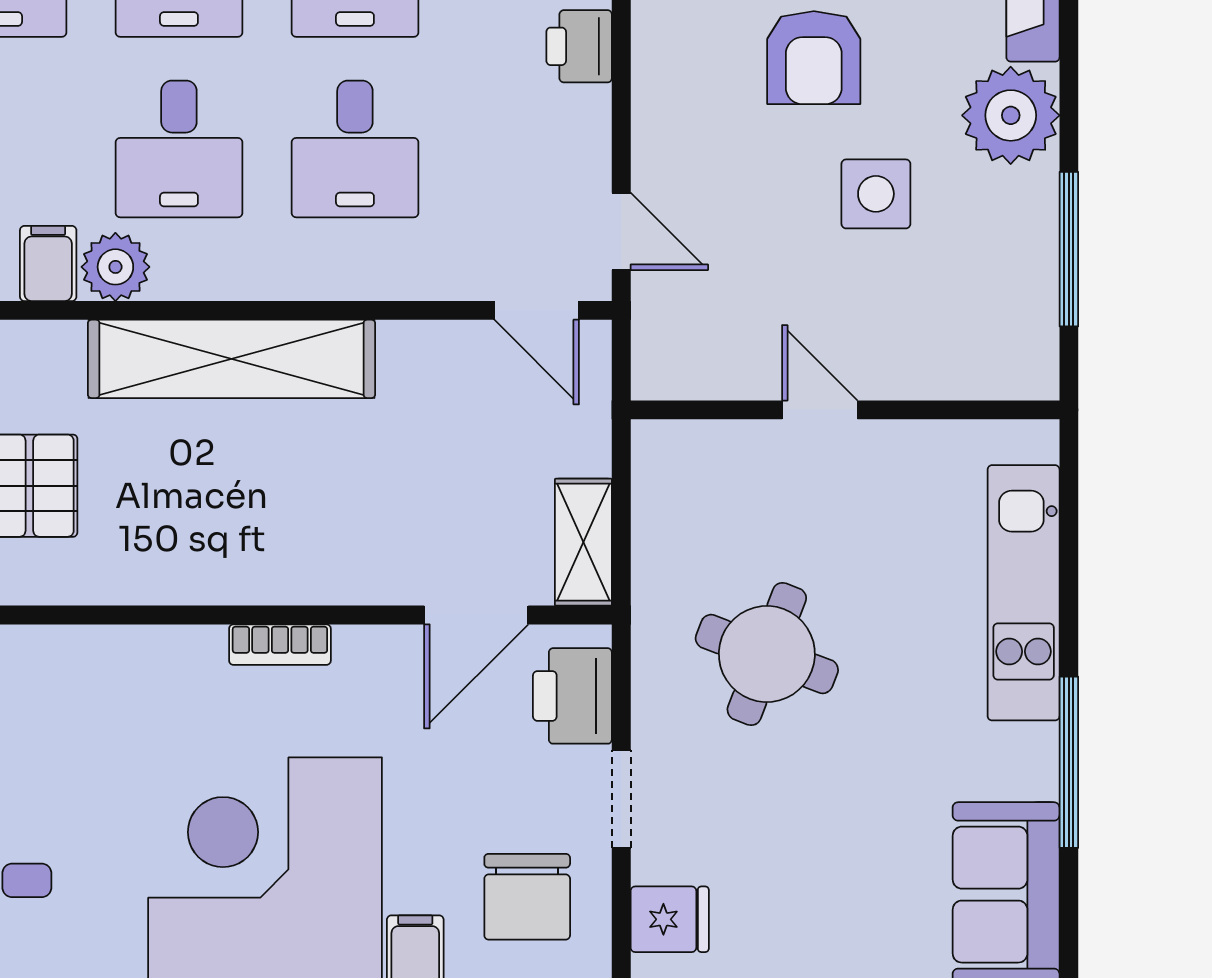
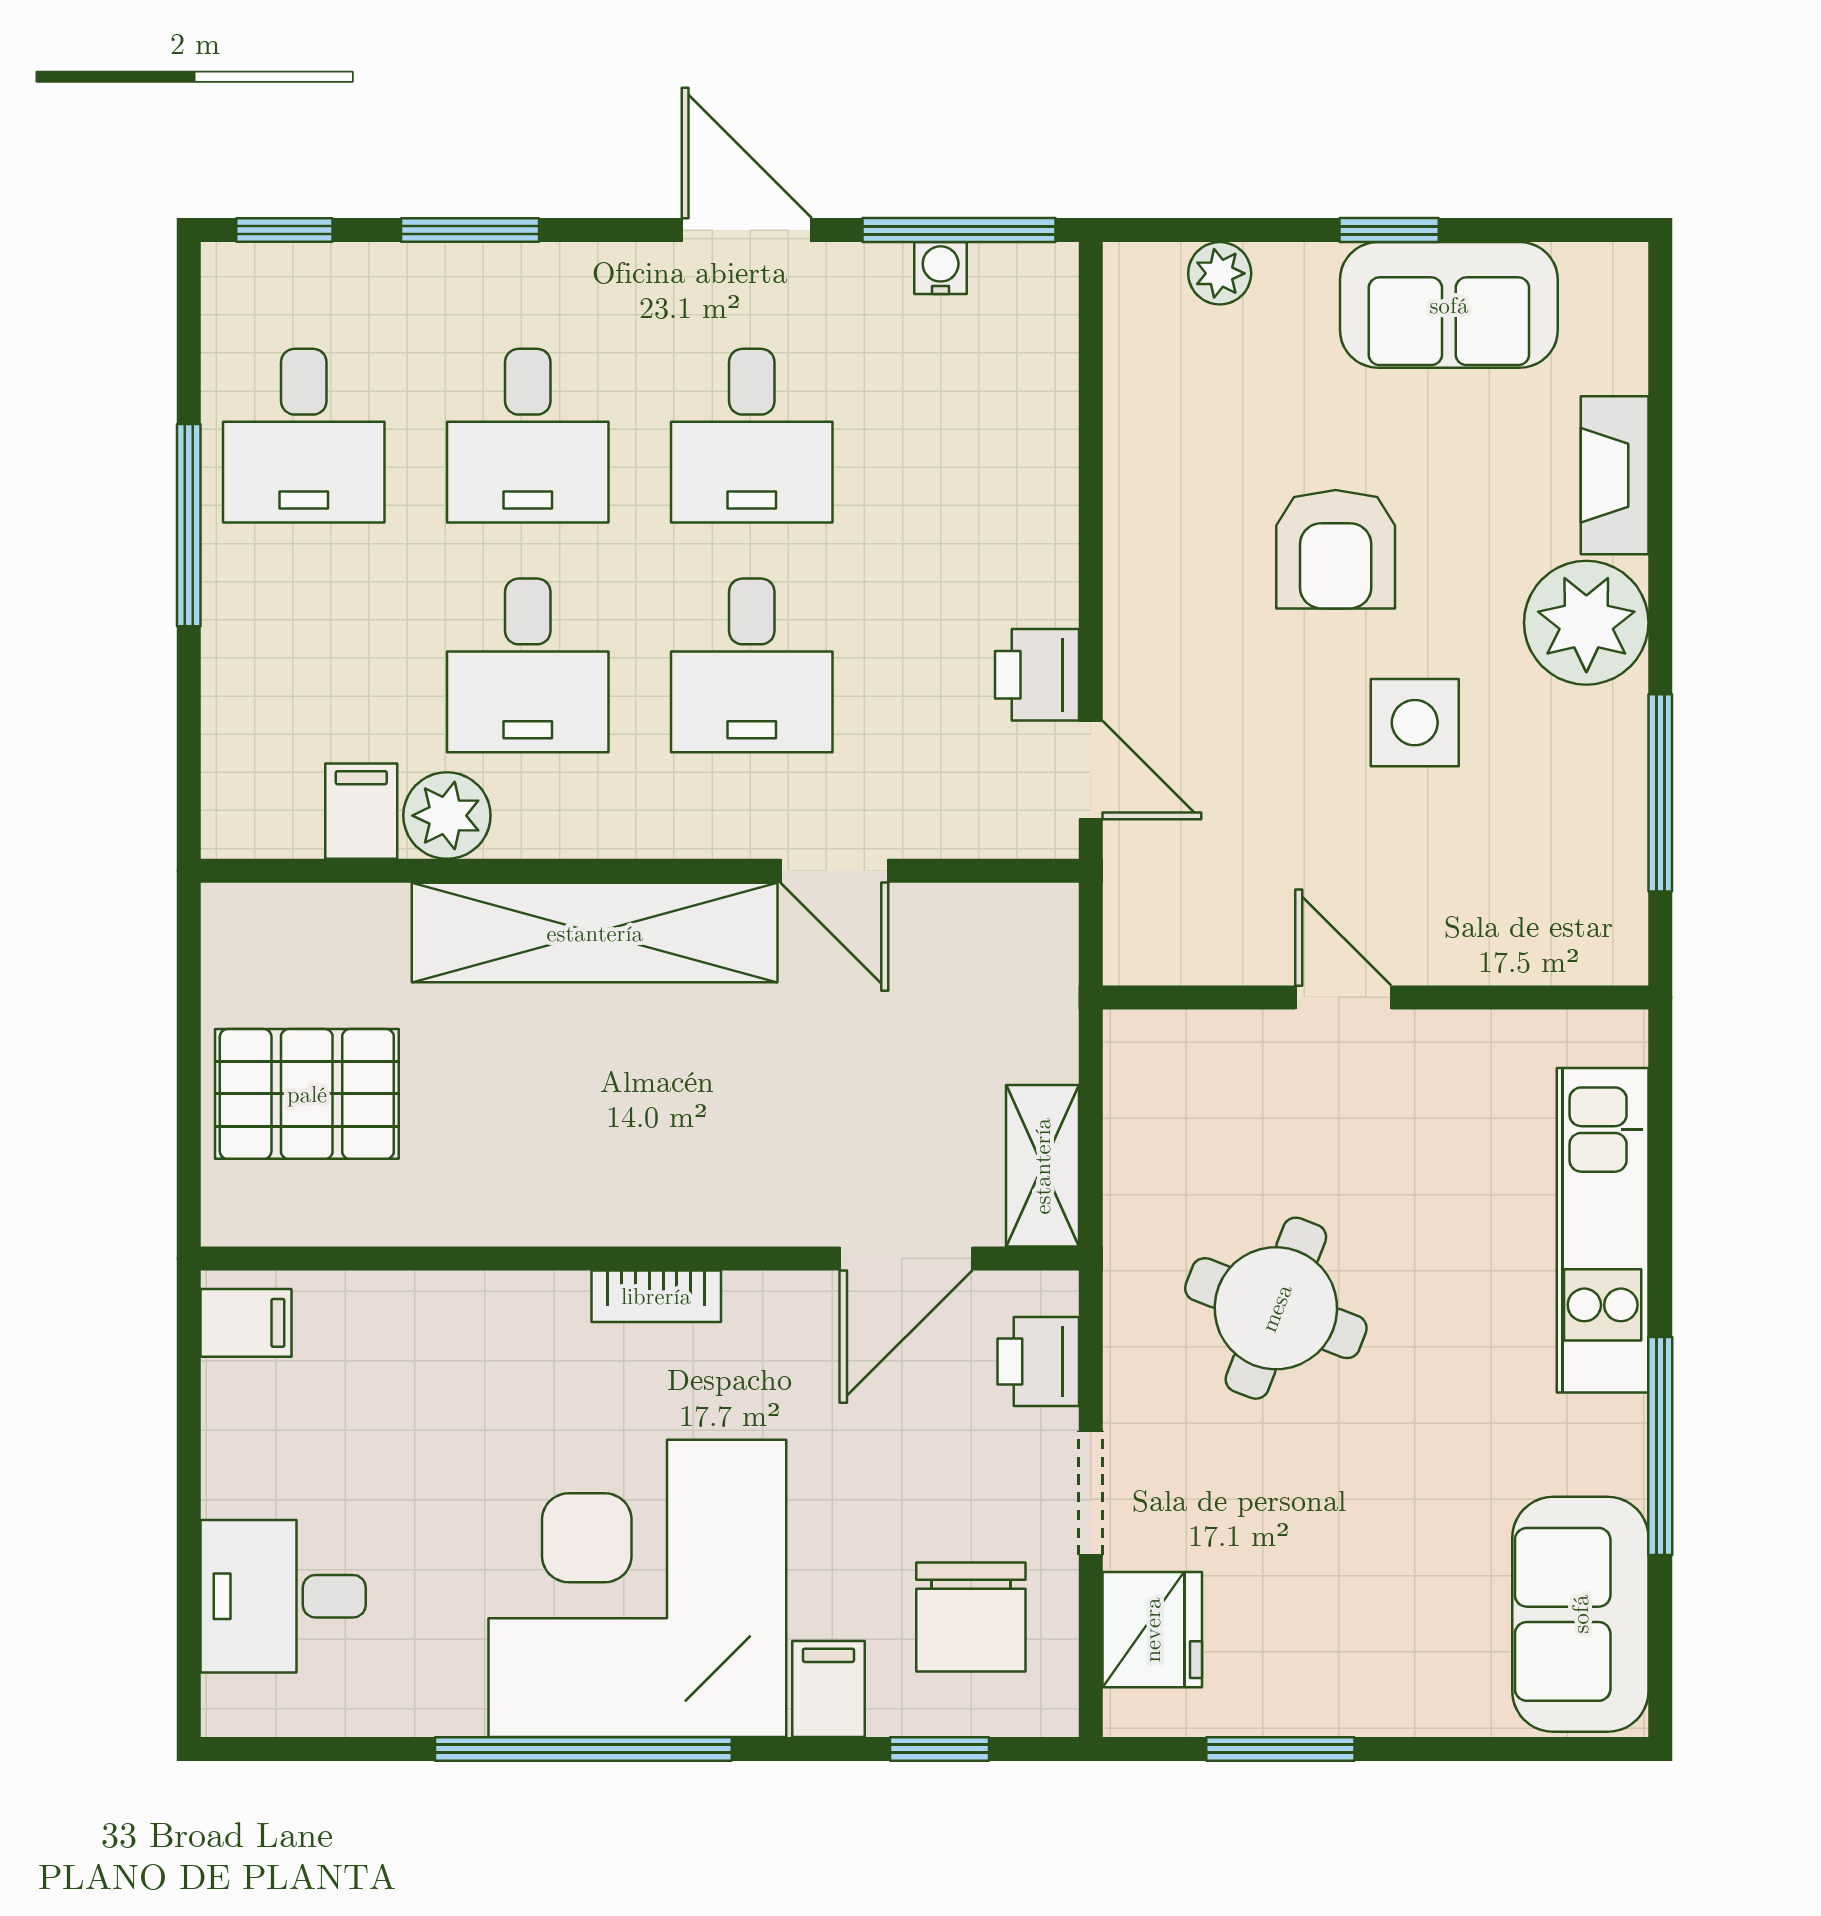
printer: (579, 46) -> (1037, 675), moved
door: (537, 310) -> (834, 871), moved
printer: (572, 696) -> (1038, 1362), width x0.73, depth x0.81
fridge: (670, 919) -> (1152, 1630), width x1.38

